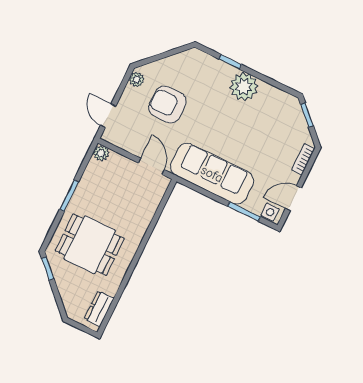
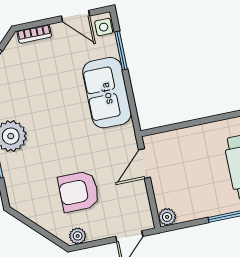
armchair: (167, 105) -> (79, 191), turned 90
sofa: (212, 174) -> (107, 93), width x0.73

